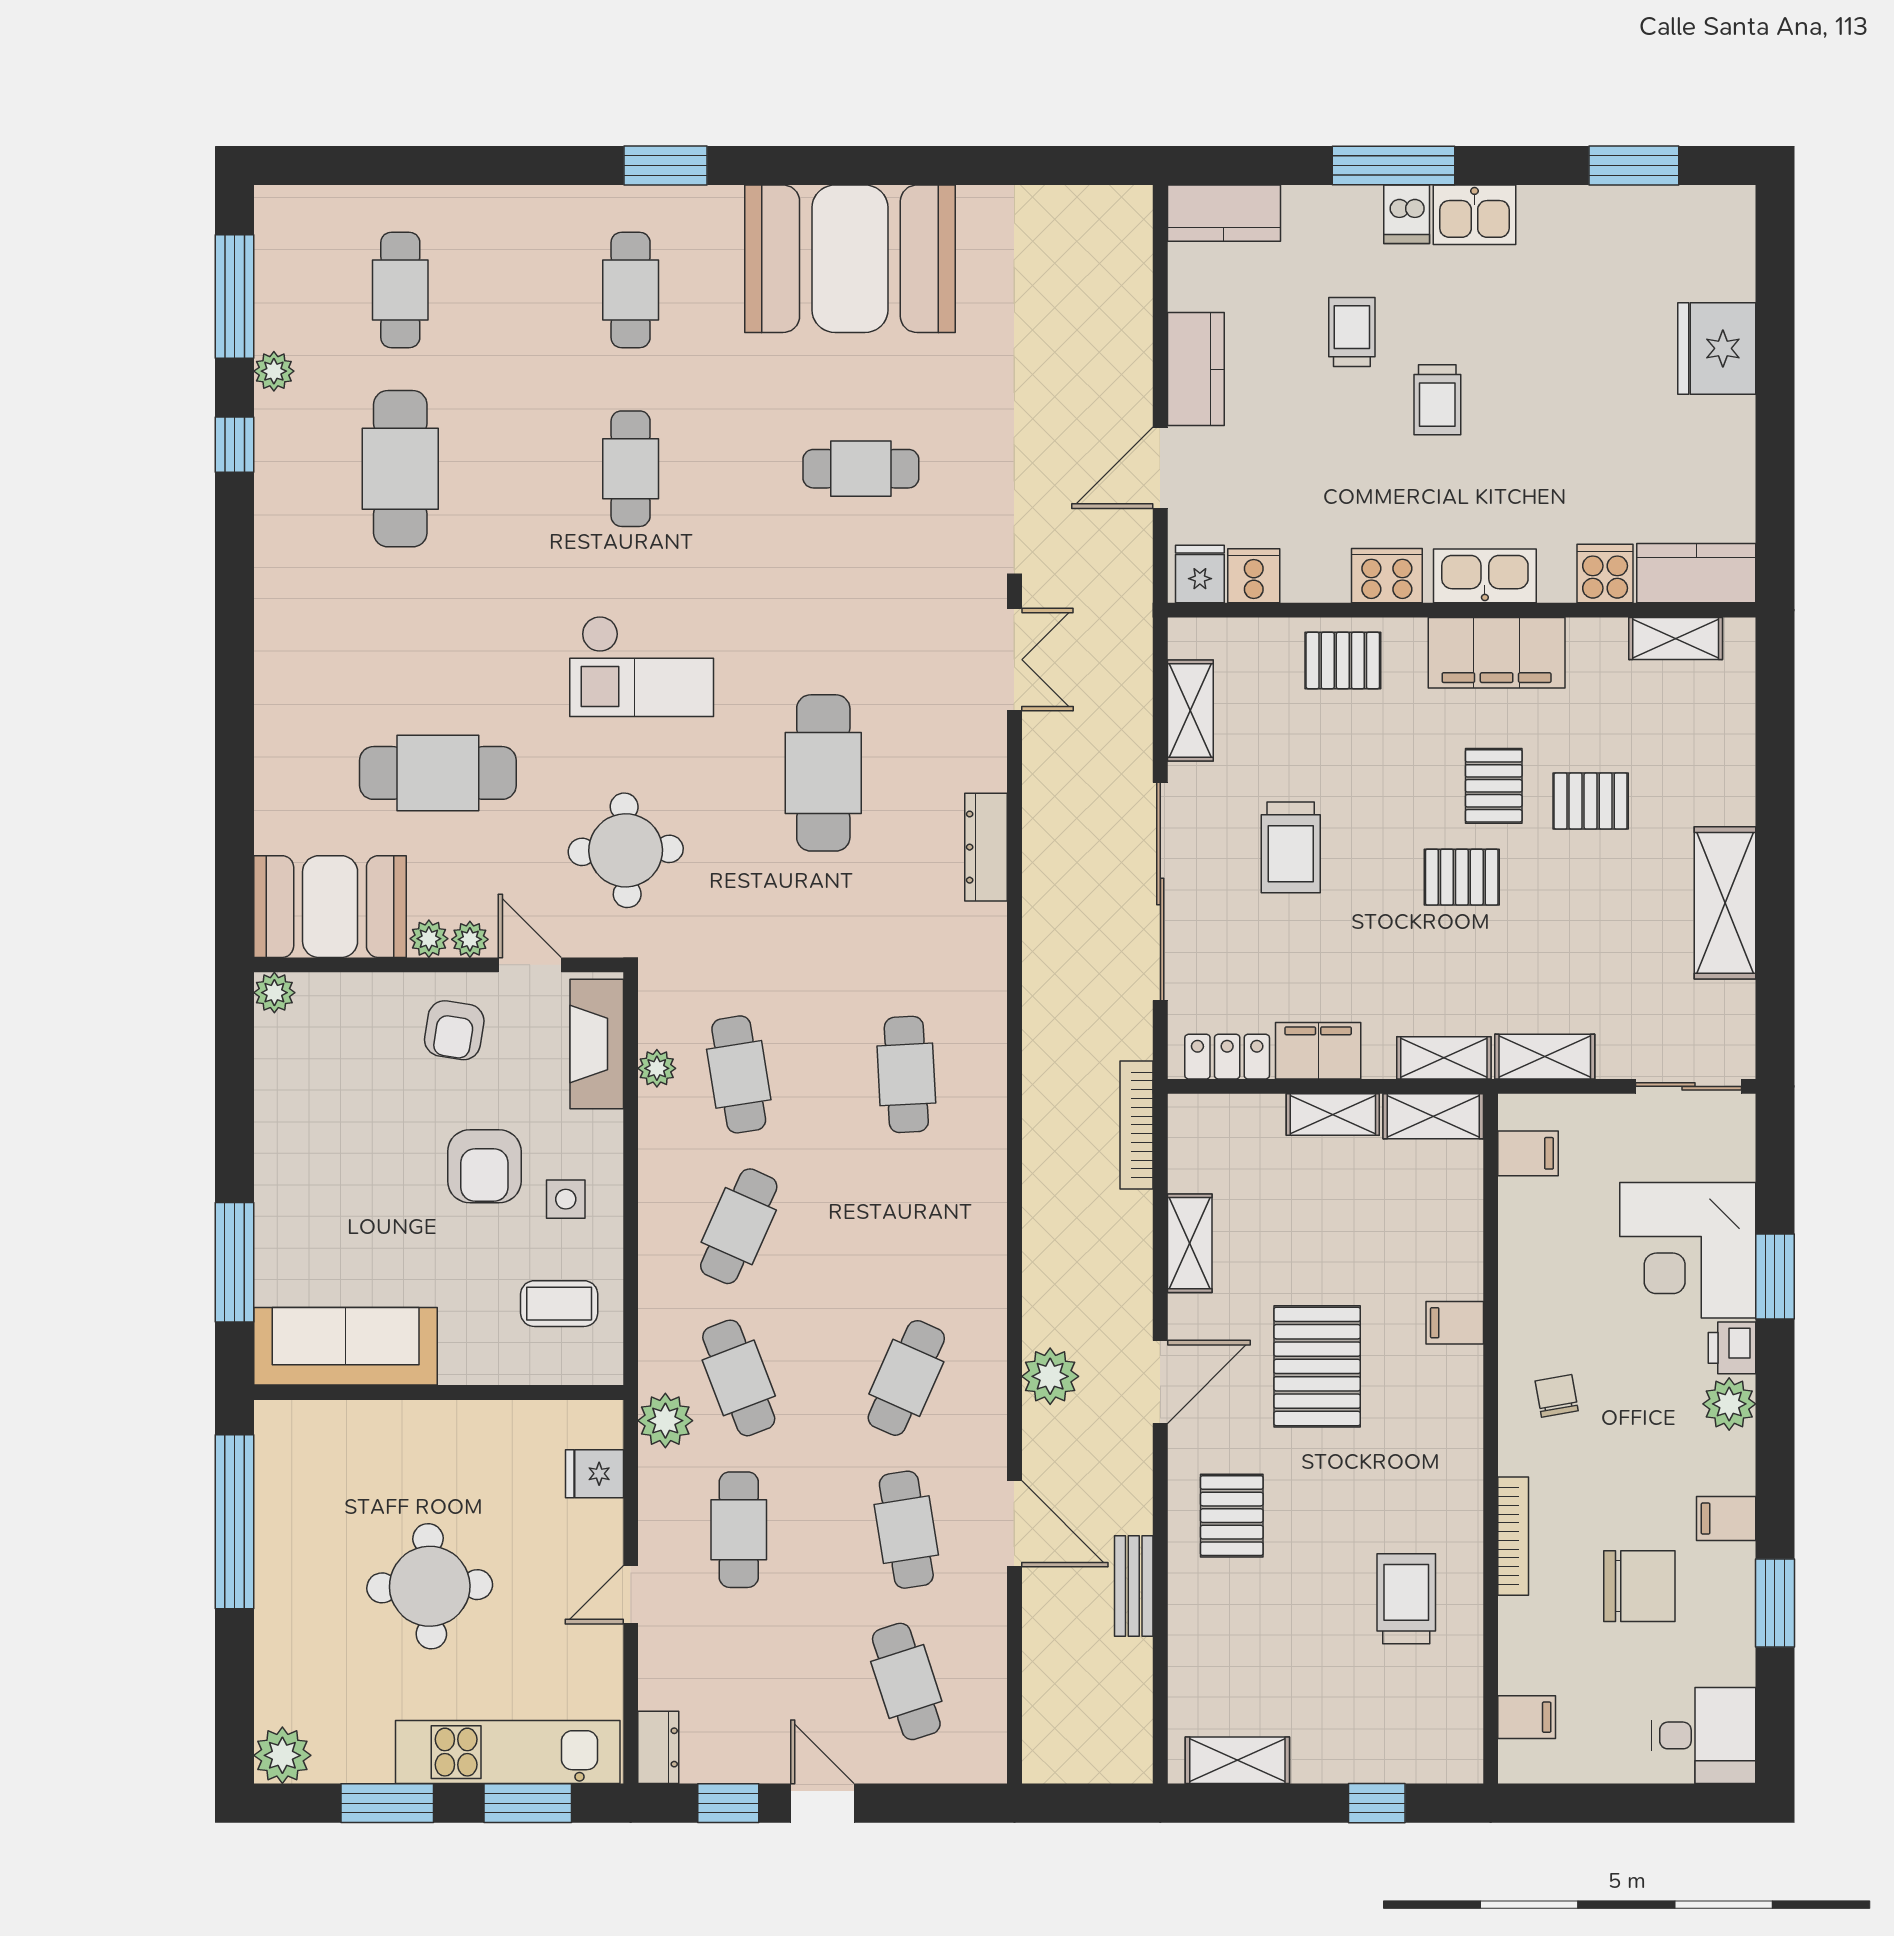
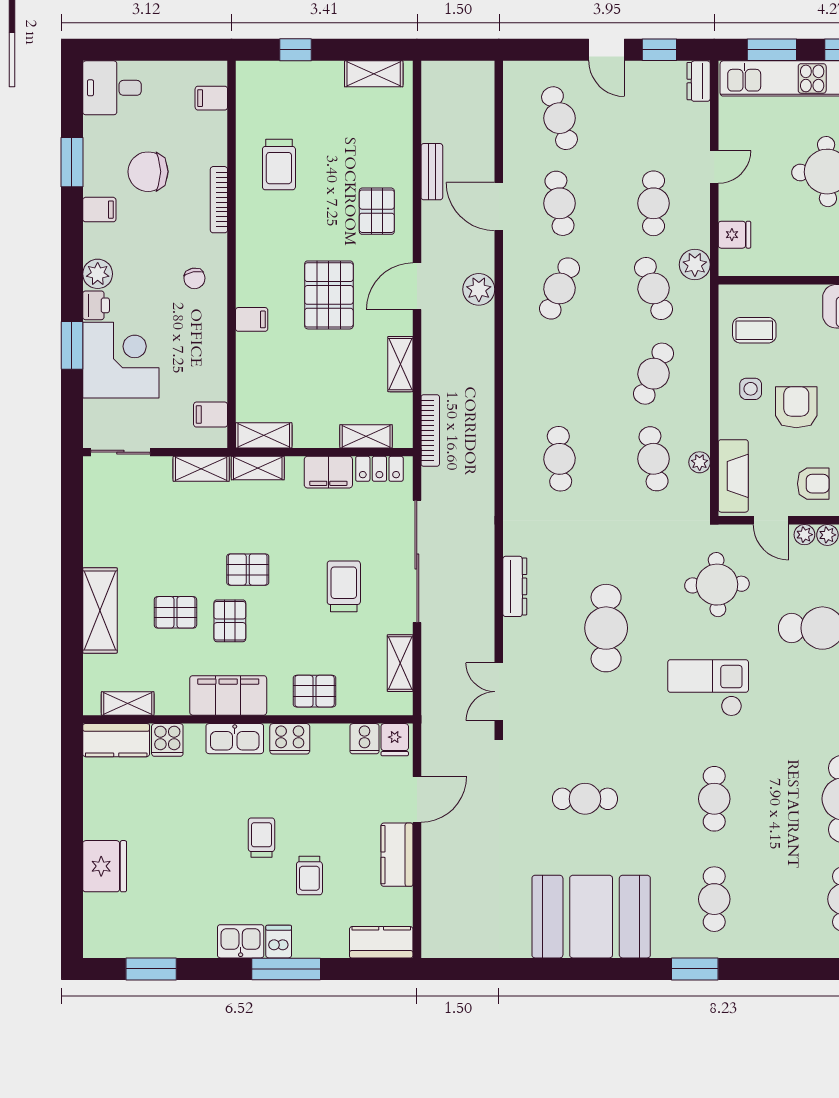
shelving: (1725, 903) -> (100, 610), moved
armchair: (454, 1030) -> (813, 484), turned 81
shelving: (1333, 1115) -> (366, 436), moved

